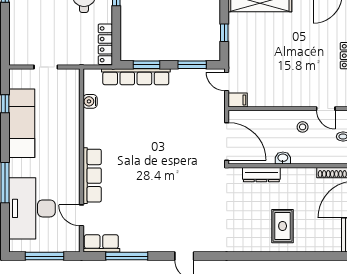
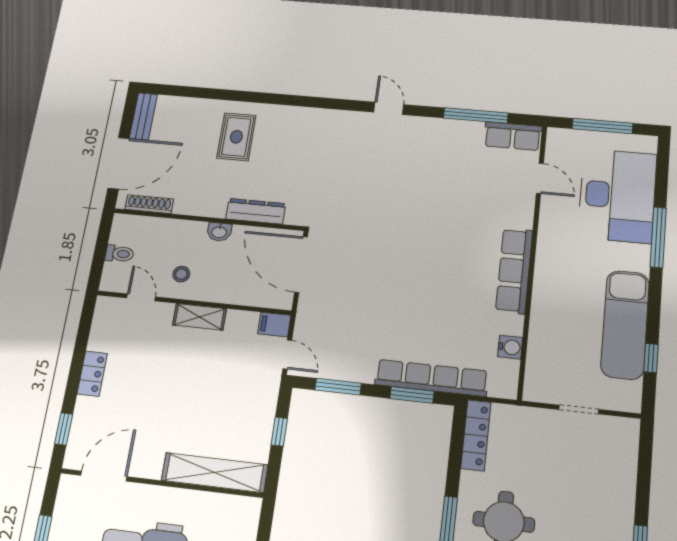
shelving: (286, 100) -> (199, 317), added
row of seats: (92, 176) -> (514, 271), moved

